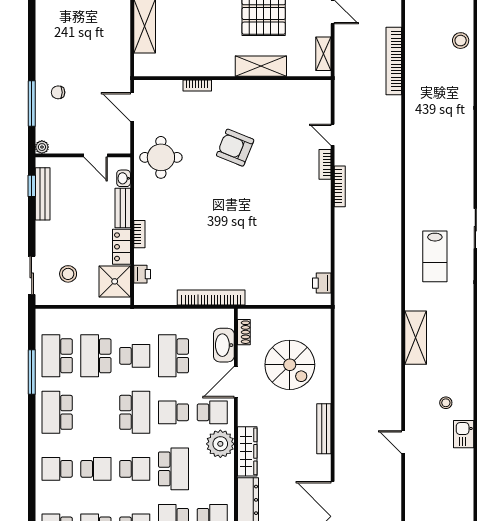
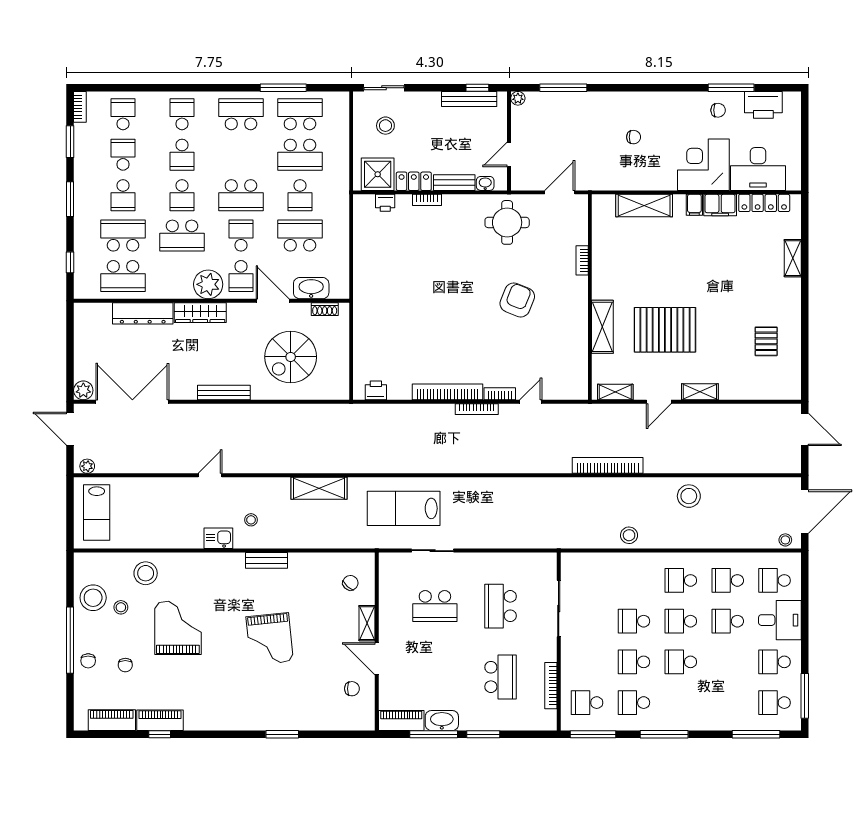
chair: (58, 92) -> (634, 137), moved, turned 90
lab bench: (435, 256) -> (404, 508), width x1.36, depth x1.39
bookcase: (211, 297) -> (448, 392), moved, turned -90
school desk: (96, 356) -> (300, 155), turned 180

